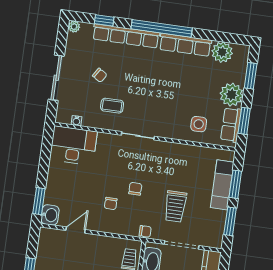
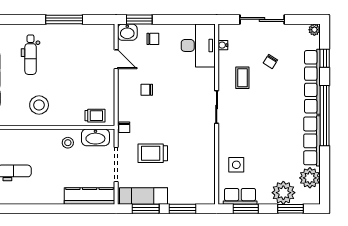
plant: (231, 95) -> (283, 193), moved
exam couch: (222, 185) -> (143, 196), moved
chair: (135, 189) -> (153, 39), moved

